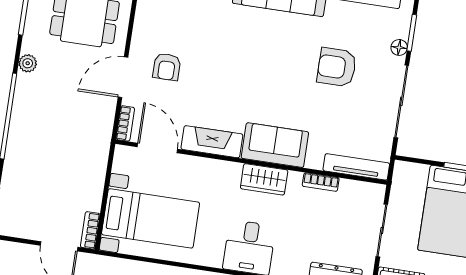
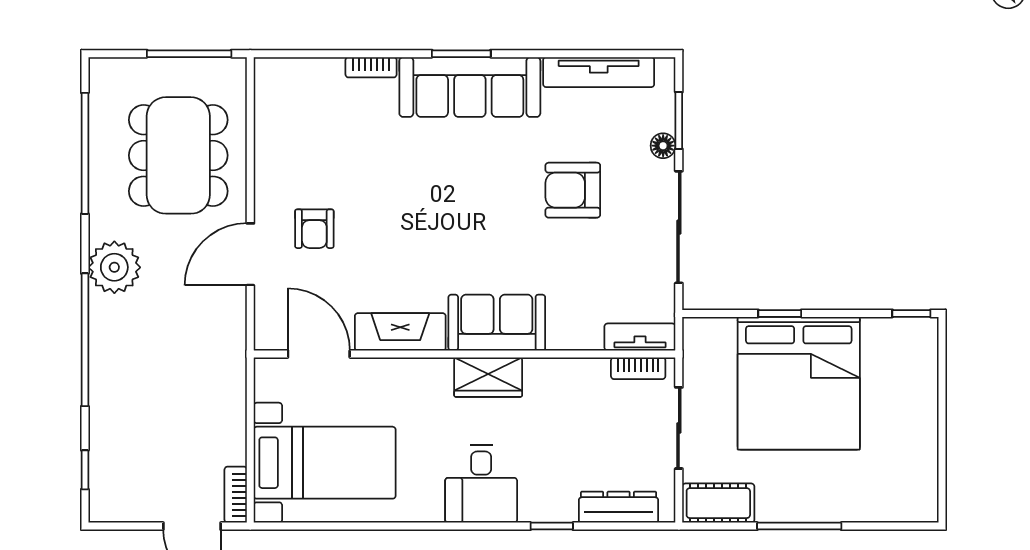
plant: (28, 63) -> (114, 267), width x1.88, depth x1.88
bookcase: (125, 123) -> (264, 324), removed
tv unit: (356, 167) -> (640, 337), width x0.71
bookcase: (321, 182) -> (638, 368), moved

